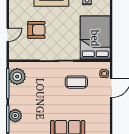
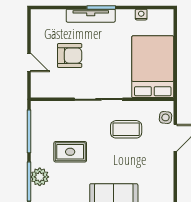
door: (8, 35) -> (29, 62), hinge flipped
plant: (17, 77) -> (42, 121), removed
rug: (37, 98) -> (70, 152), added

